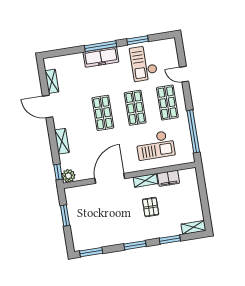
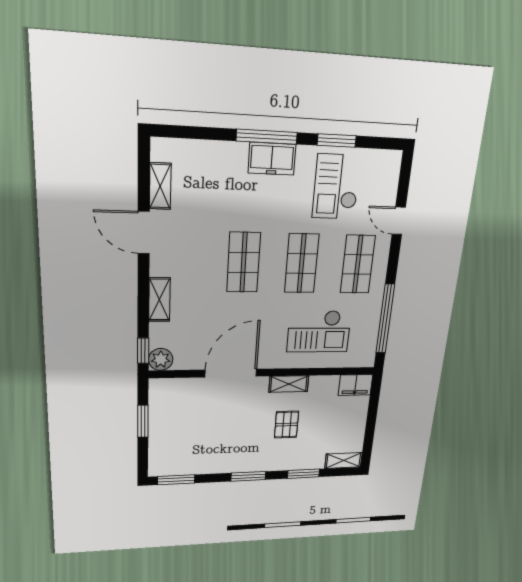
freezer: (101, 57) -> (272, 159), width x0.71
filing cabinet: (168, 178) -> (356, 385), moved

